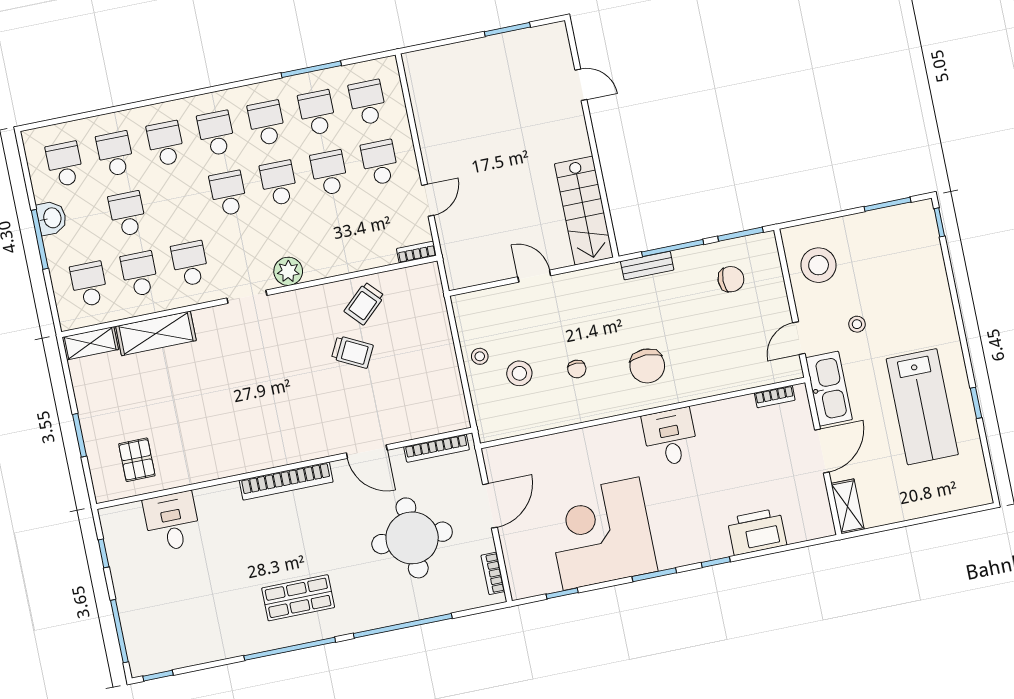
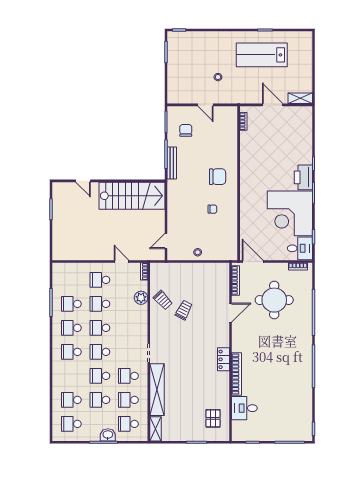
door: (581, 85) -> (83, 181), swing flipped
school desk: (368, 103) -> (71, 280), removed
school desk: (166, 144) -> (100, 376), moved
stairs: (584, 211) -> (132, 196), width x1.36, depth x1.51
washbasin: (52, 218) -> (108, 435), moved
stool: (819, 265) -> (187, 89), removed
bench: (647, 266) -> (172, 163), width x1.36
plant: (288, 271) -> (141, 298), moved
door: (534, 276) -> (166, 241), moved
shelving: (156, 333) -> (157, 390), width x1.47
door: (799, 338) -> (206, 105), moved
stool: (519, 373) -> (209, 236), removed
kitchen sink: (829, 389) -> (245, 96), removed
lab bench: (922, 407) -> (262, 55), turned 180
desk: (670, 437) -> (300, 248), moved, turned 180
locker: (266, 457) -> (224, 359), added
pallet: (137, 460) -> (213, 418), turned 90
bookcase: (286, 481) -> (237, 374), moved
door: (490, 506) -> (253, 261), moved
printer: (757, 532) -> (303, 177), moved
shop shelf: (298, 598) -> (291, 358), removed

